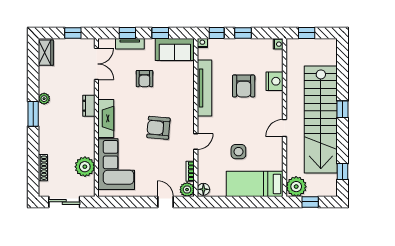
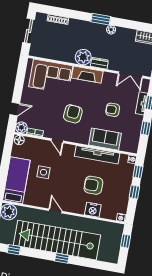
sofa: (175, 49) -> (105, 139), moved, turned 90
plant: (85, 167) -> (83, 57), moved

